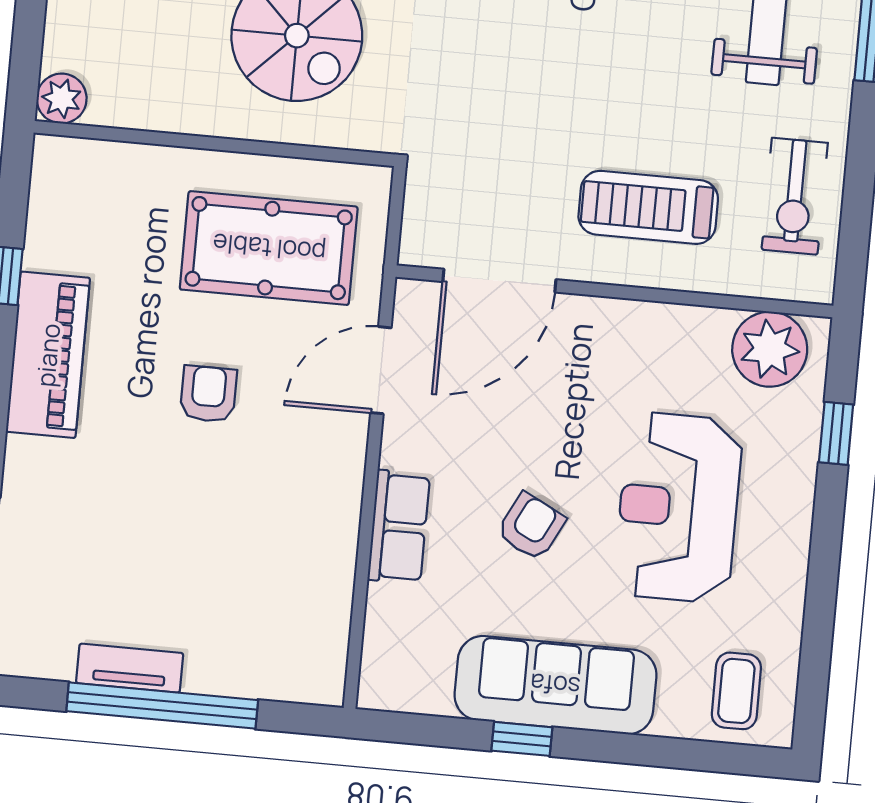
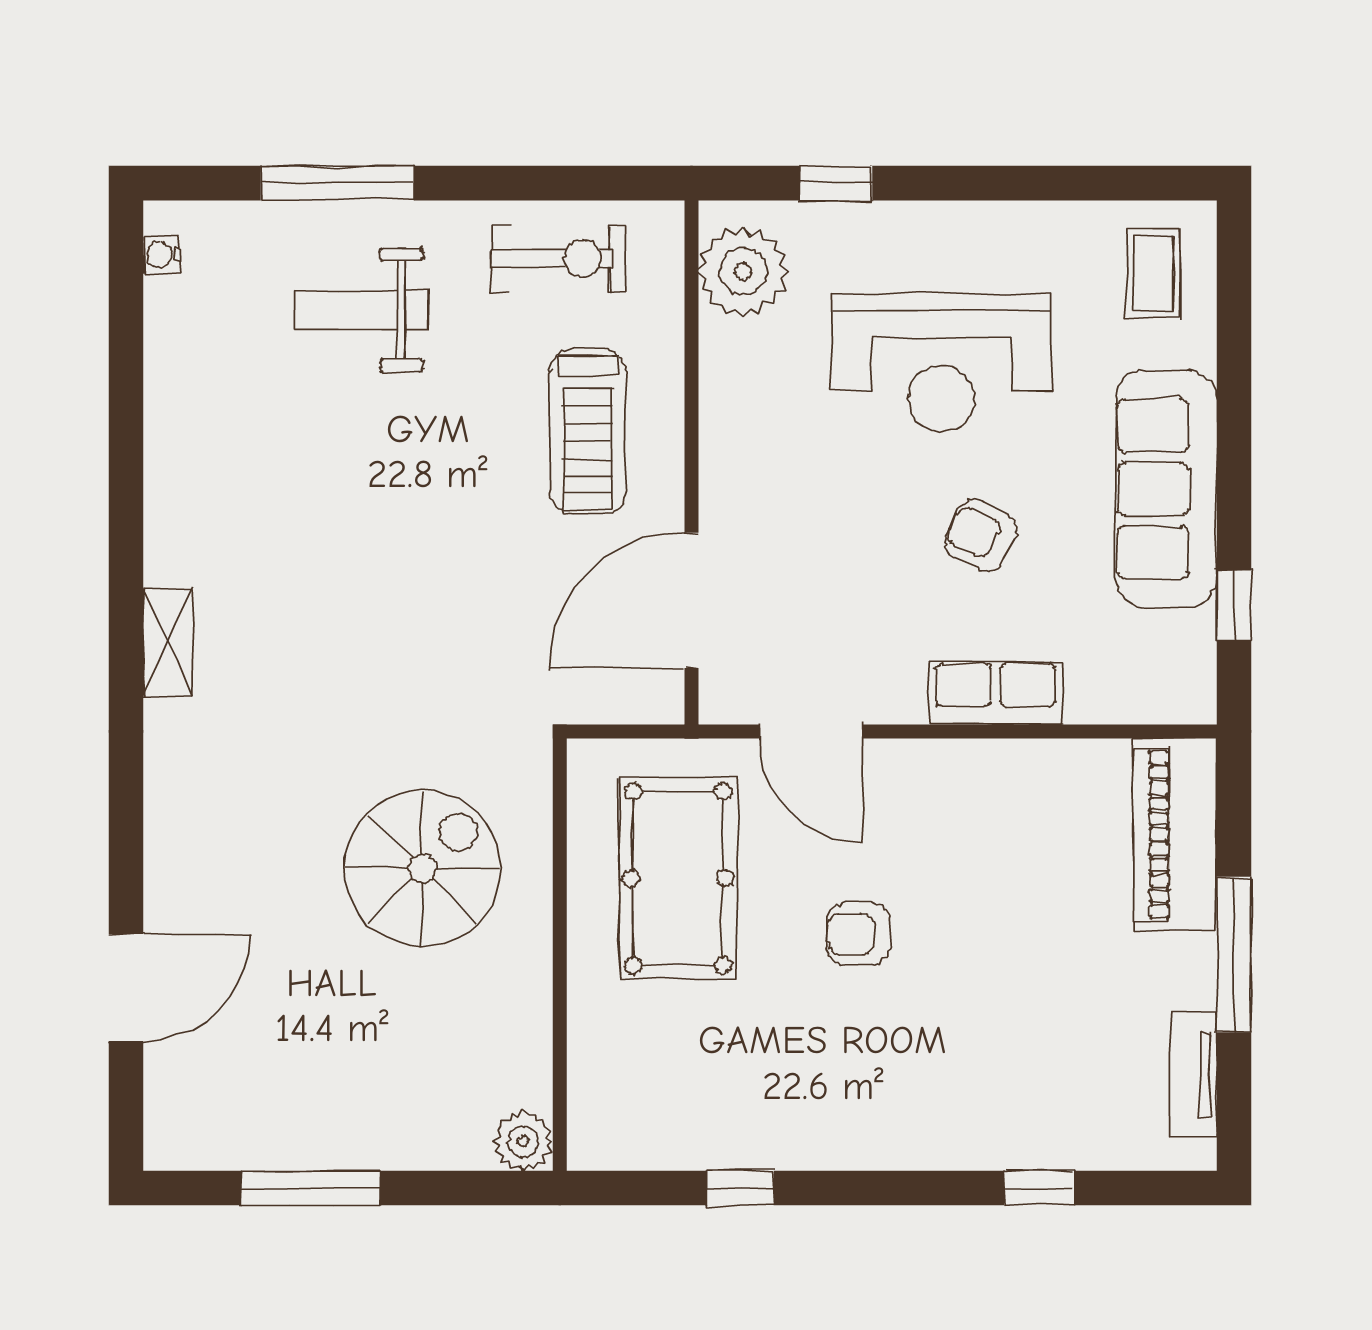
door: (499, 281) -> (691, 600), swing flipped
piano: (48, 355) -> (1175, 834), moved, turned -90
tv unit: (130, 668) -> (1193, 1075), moved
coffee table: (736, 691) -> (1153, 273), turned 90
window: (162, 706) -> (1234, 955), width x0.68
window: (522, 739) -> (1234, 606), moved

